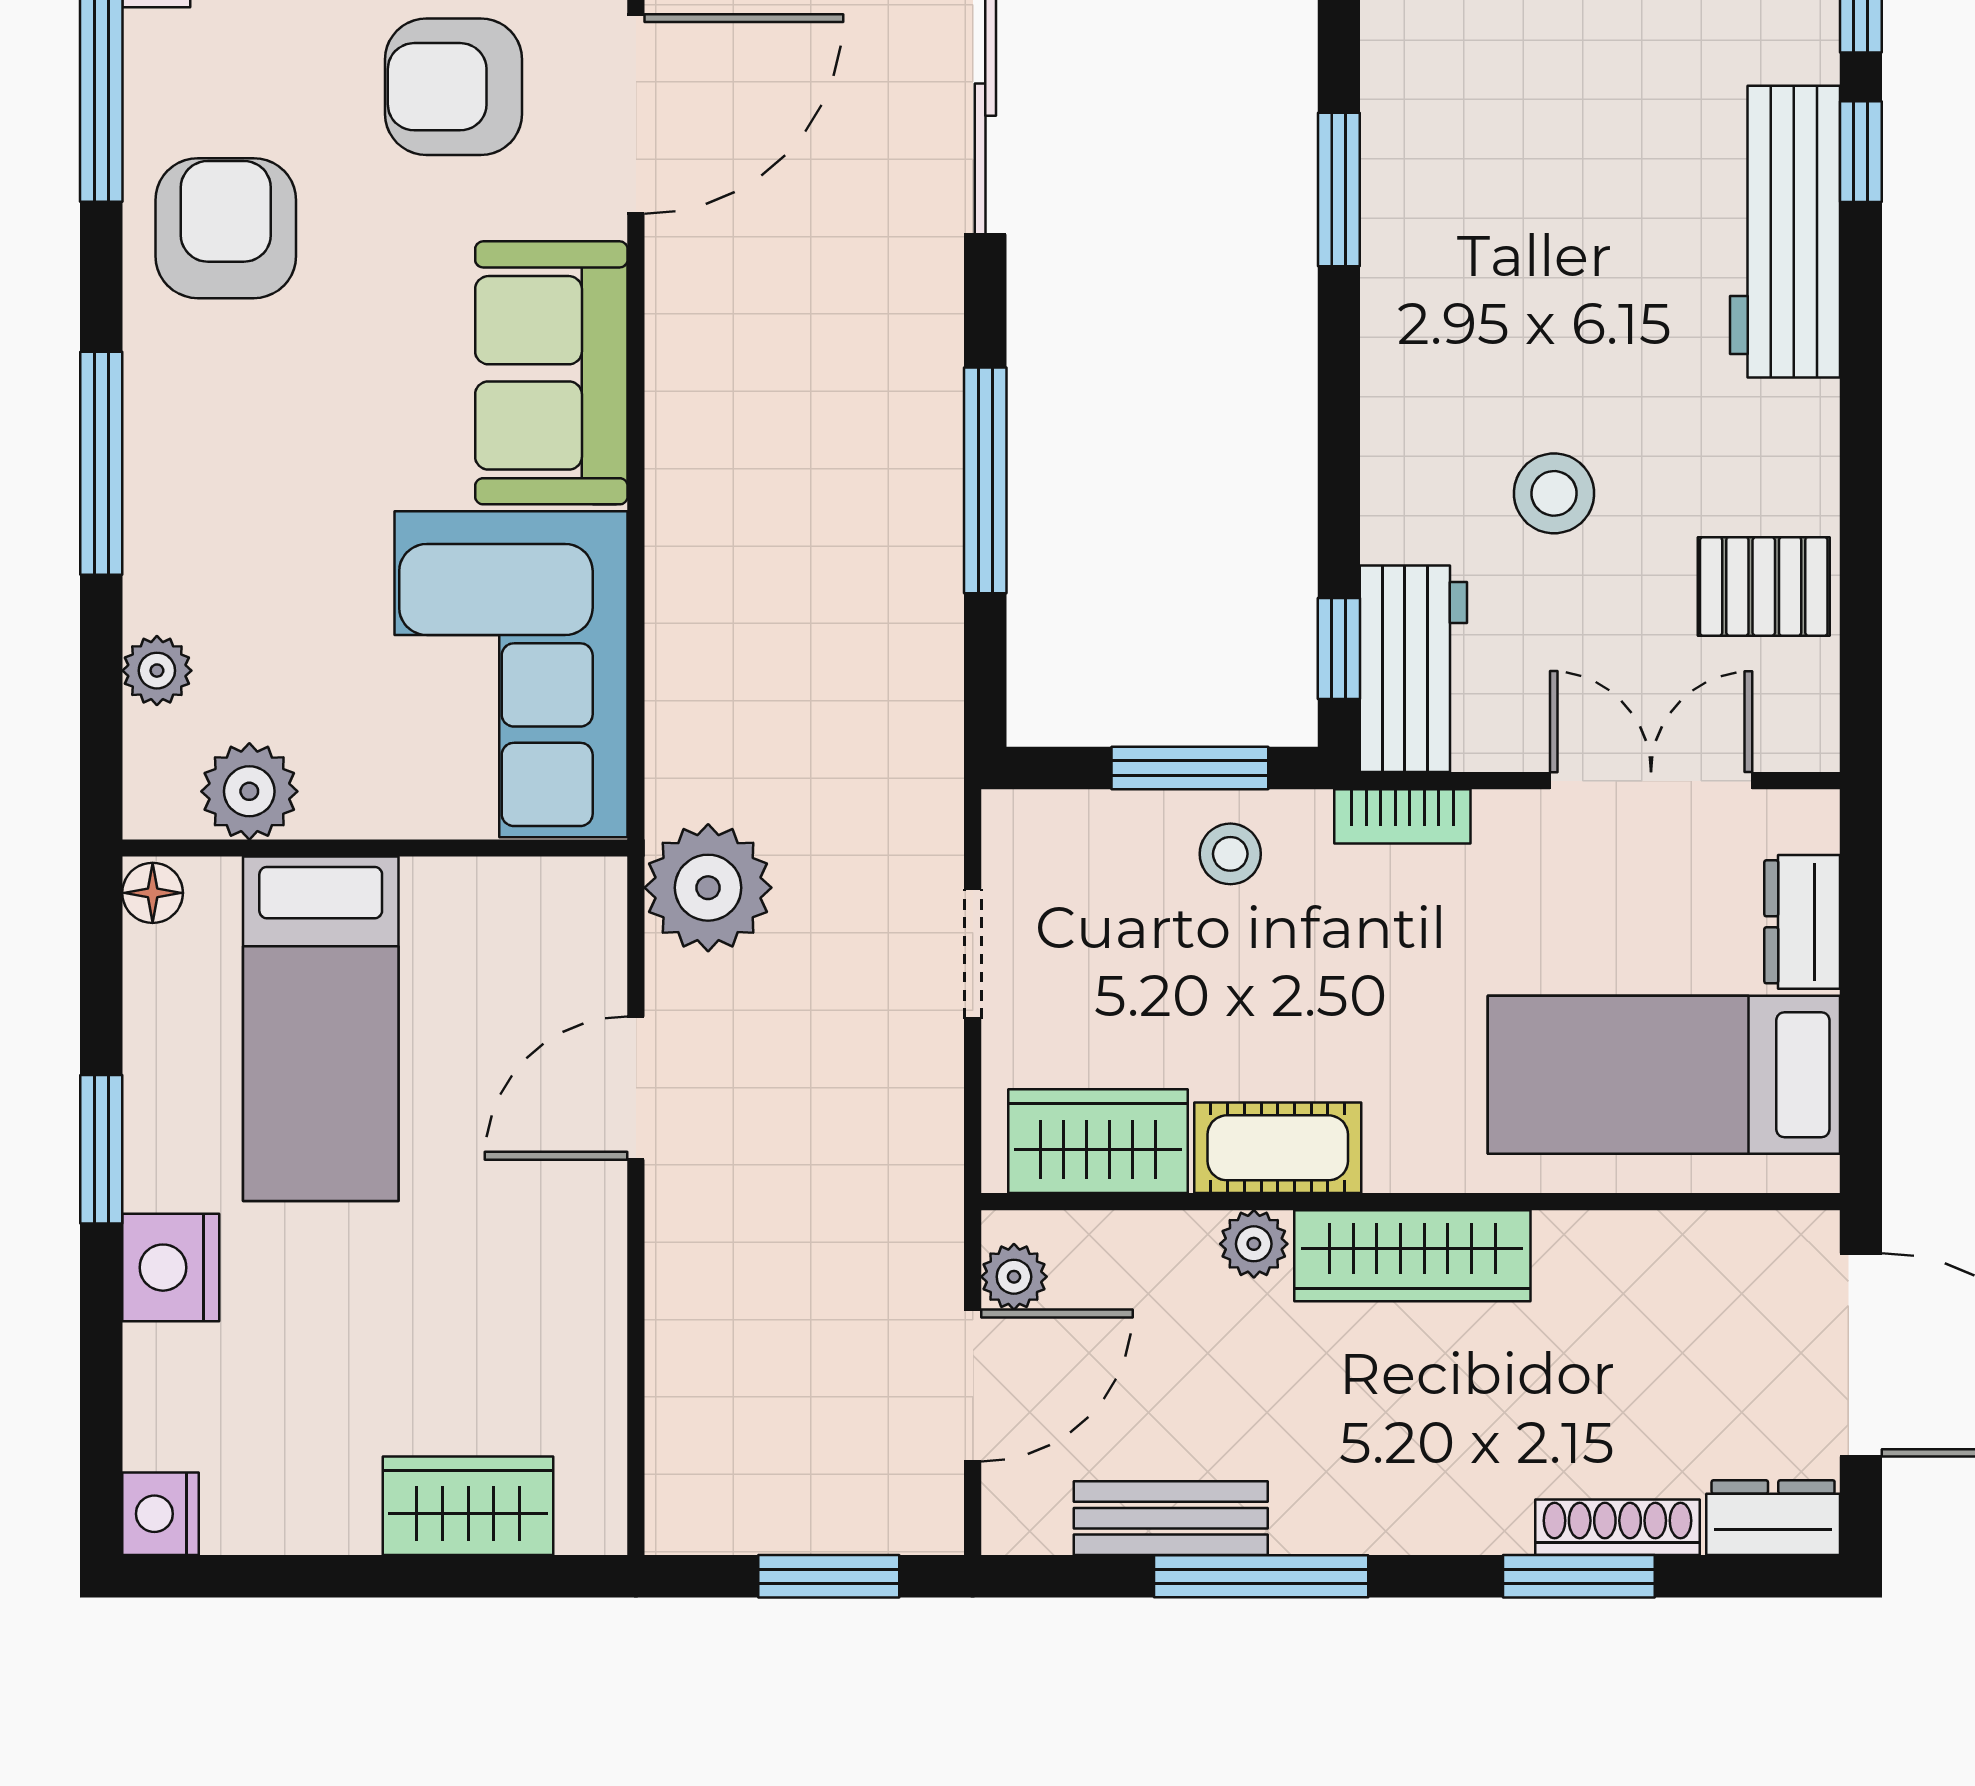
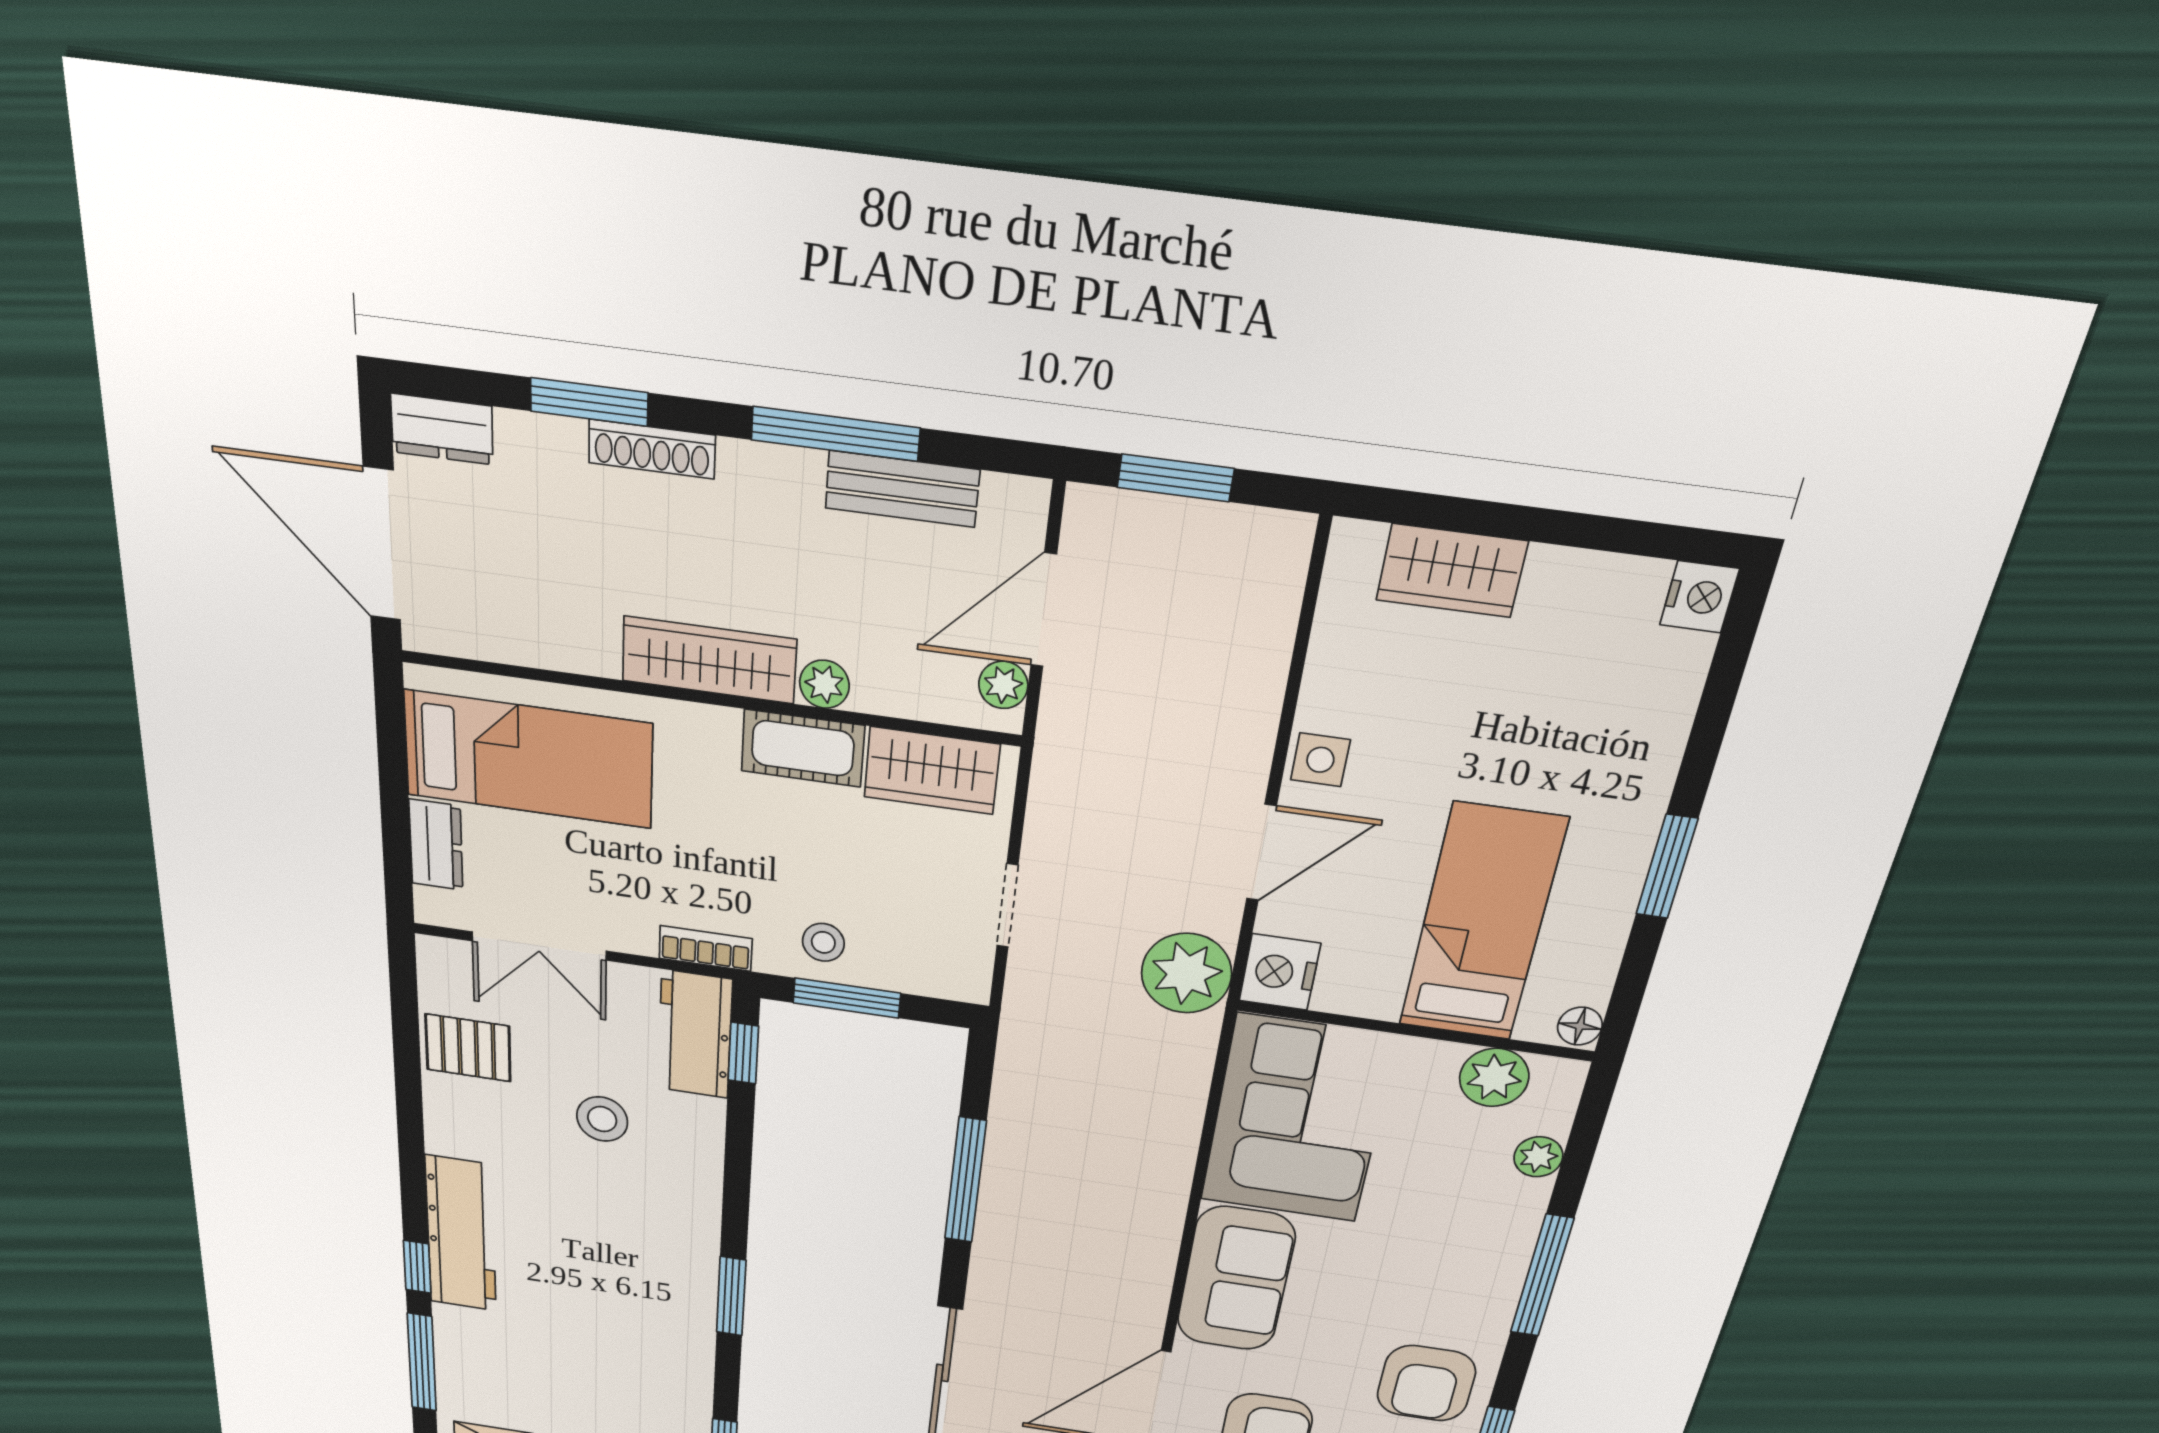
side table: (582, 1233) -> (1320, 760), added
nightstand: (171, 1268) -> (1280, 972), moved, turned 180
shoe rack: (1617, 1527) -> (652, 449), moved

